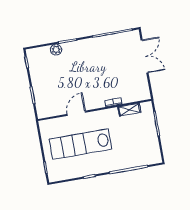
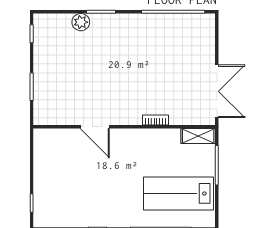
double door: (145, 56) -> (217, 91), moved
shelving: (129, 110) -> (198, 136), moved
door: (76, 113) -> (95, 127), swing flipped
lab bench: (81, 144) -> (179, 193), moved, width x0.73

